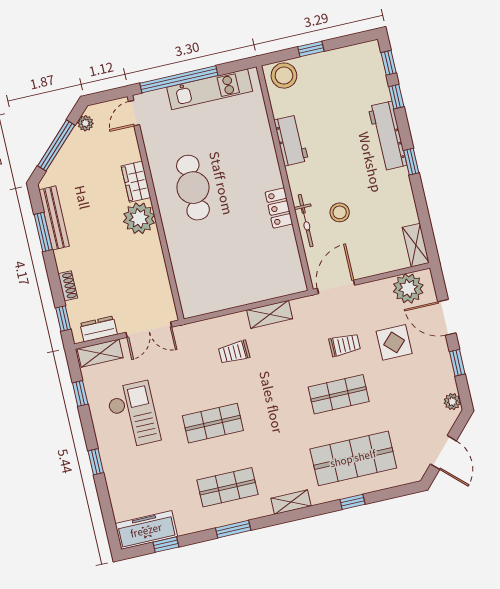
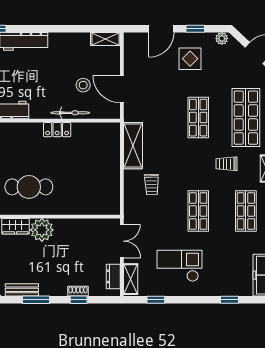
window: (411, 162) -> (46, 29), removed
stool: (340, 212) -> (83, 85), moved
bench: (54, 218) -> (22, 290), width x0.73
door: (336, 287) -> (122, 89), moved
plant: (408, 288) -> (135, 51), removed
shelving: (270, 314) -> (133, 146), width x1.50, depth x1.33
window: (63, 319) -> (79, 300), moved
display table: (394, 342) -> (190, 59), moved
trolley: (345, 345) -> (226, 164), moved, turned -90
window: (96, 462) -> (230, 300), moved

